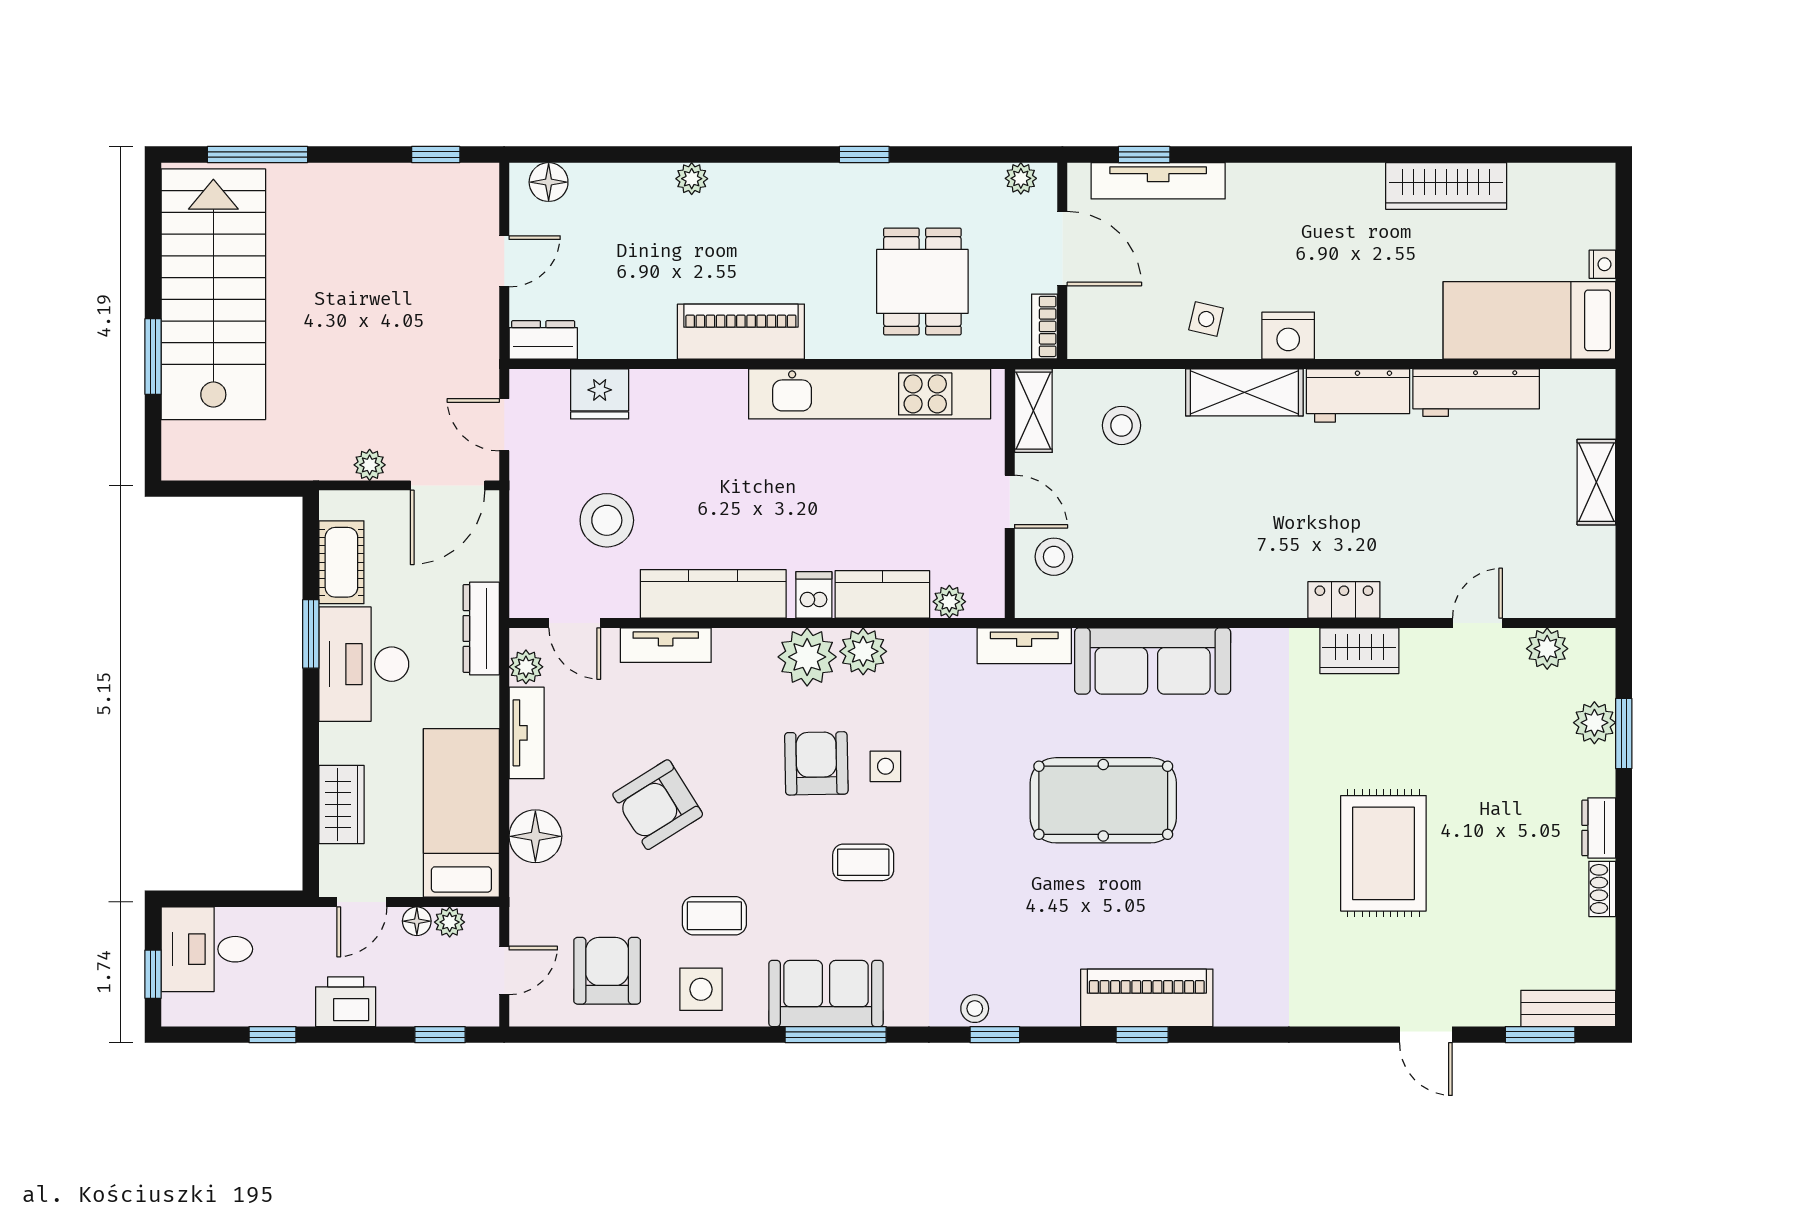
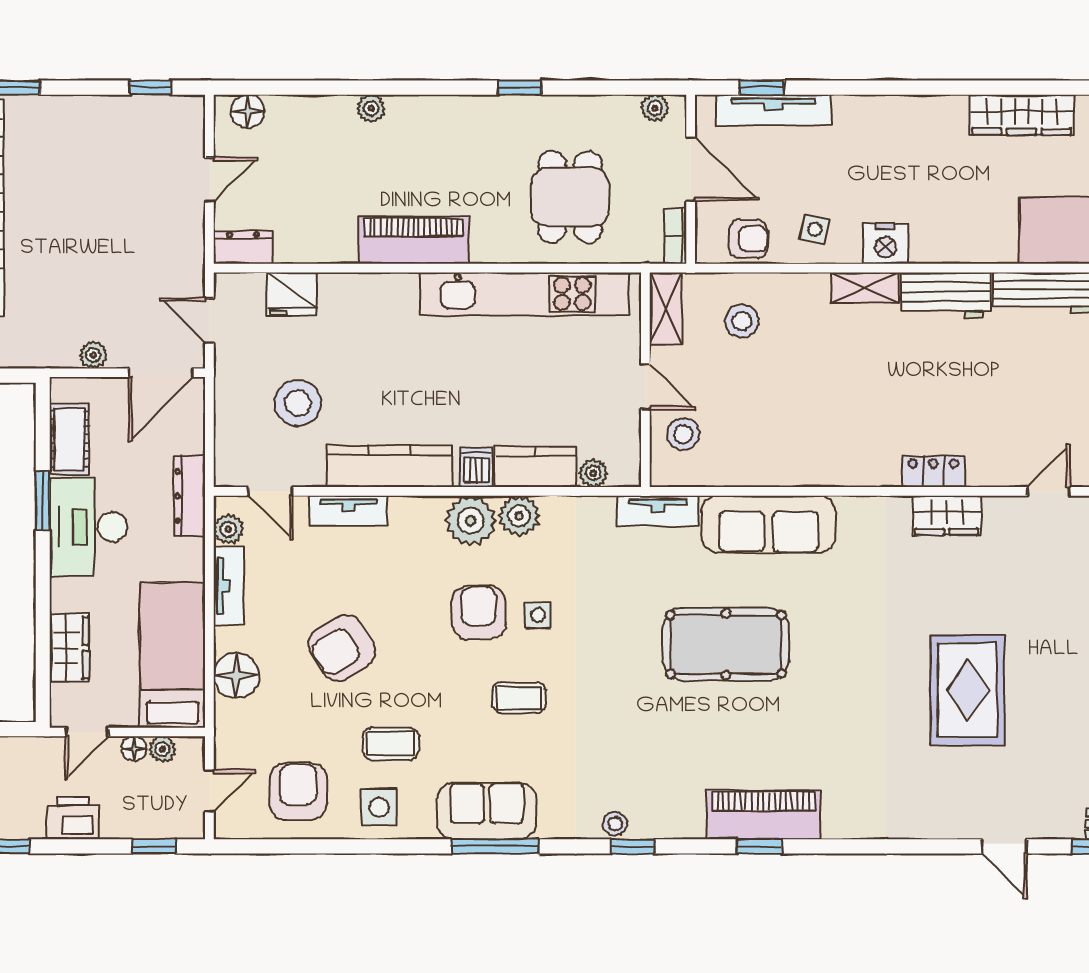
armchair: (1129, 330) -> (748, 239), added
shelving: (1244, 392) -> (865, 288), width x0.67, depth x0.75

